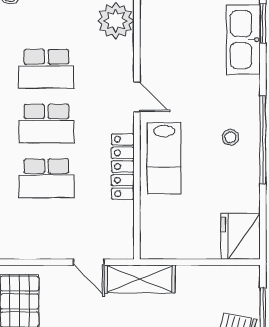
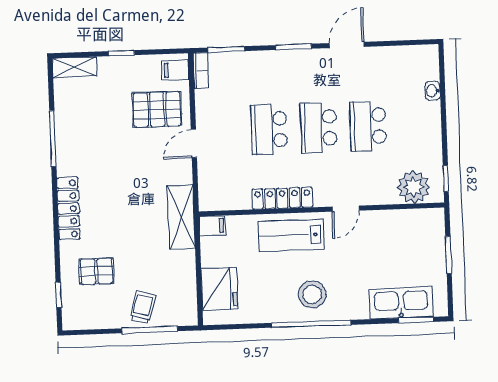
stool: (230, 137) -> (312, 295), width x1.89, depth x1.89
fridge: (240, 236) -> (219, 289), moved, turned 90
filing cabinet: (150, 245) -> (212, 226), added
door: (89, 262) -> (194, 144), moved

